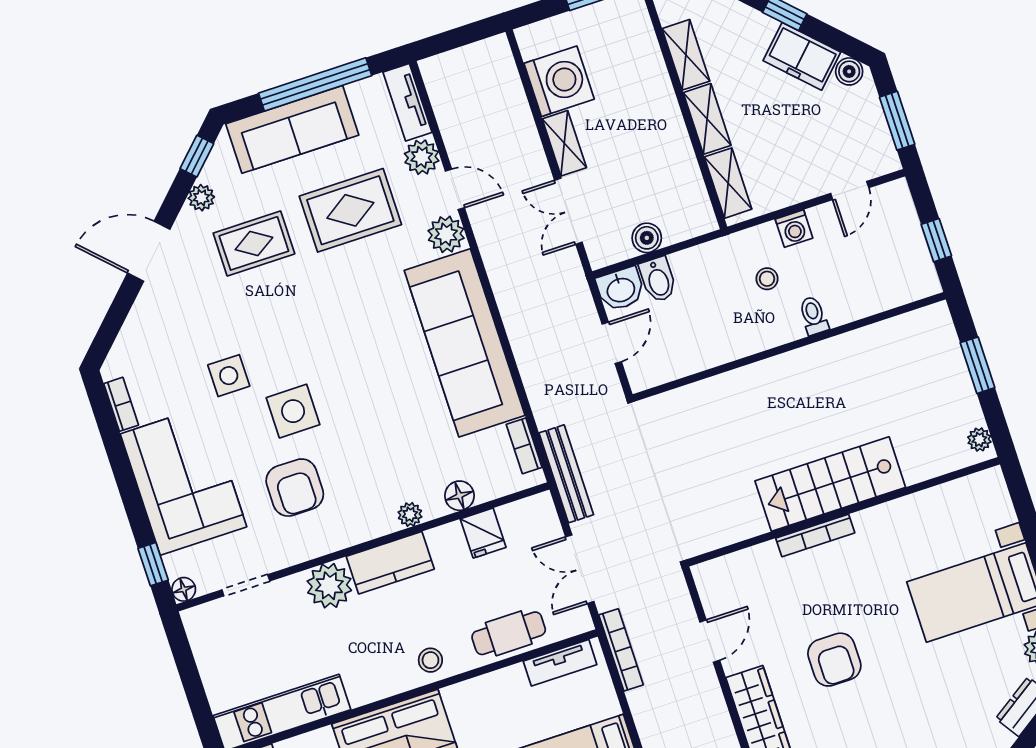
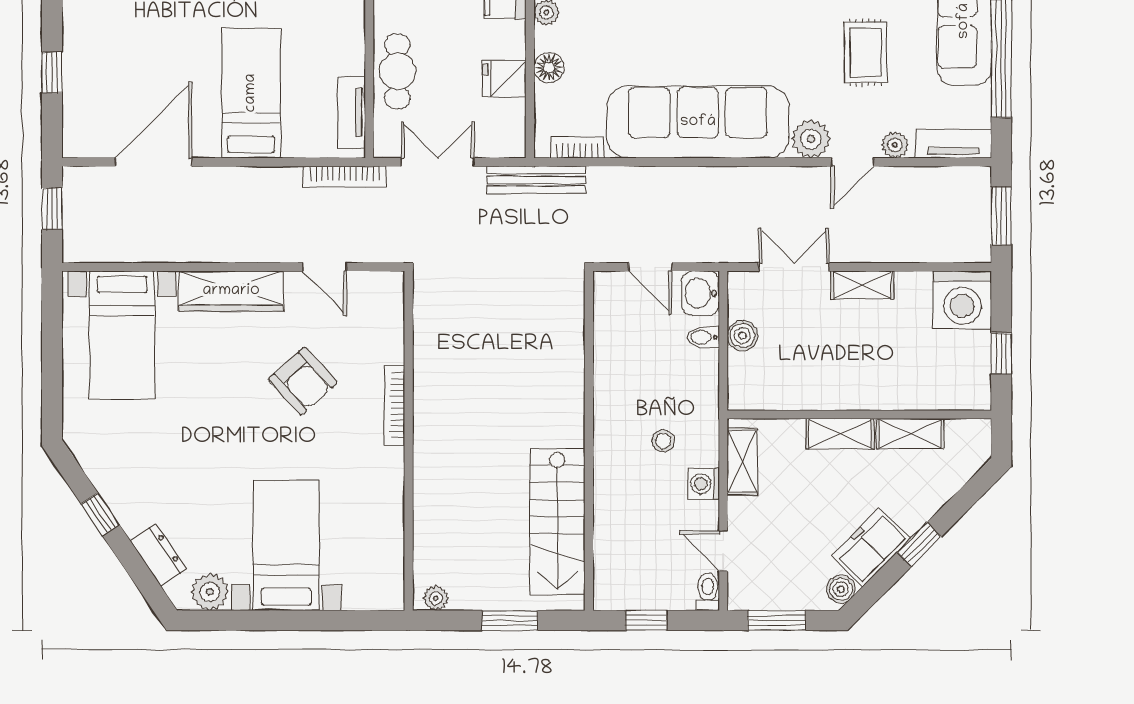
window: (459, 37) -> (1001, 216), added
washing machine: (559, 81) -> (962, 300), moved
plant: (422, 157) -> (895, 145), width x0.73, depth x0.73
shelving: (728, 183) -> (742, 461), moved, turned 90
rug: (350, 210) -> (866, 52), width x0.73, depth x0.70
bidet: (658, 280) -> (703, 337), width x0.72, depth x0.74
toilet: (813, 316) -> (708, 592), moved, turned -90
stairs: (830, 484) -> (557, 522), moved, turned 180
armchair: (834, 660) -> (303, 381), moved, turned -132

